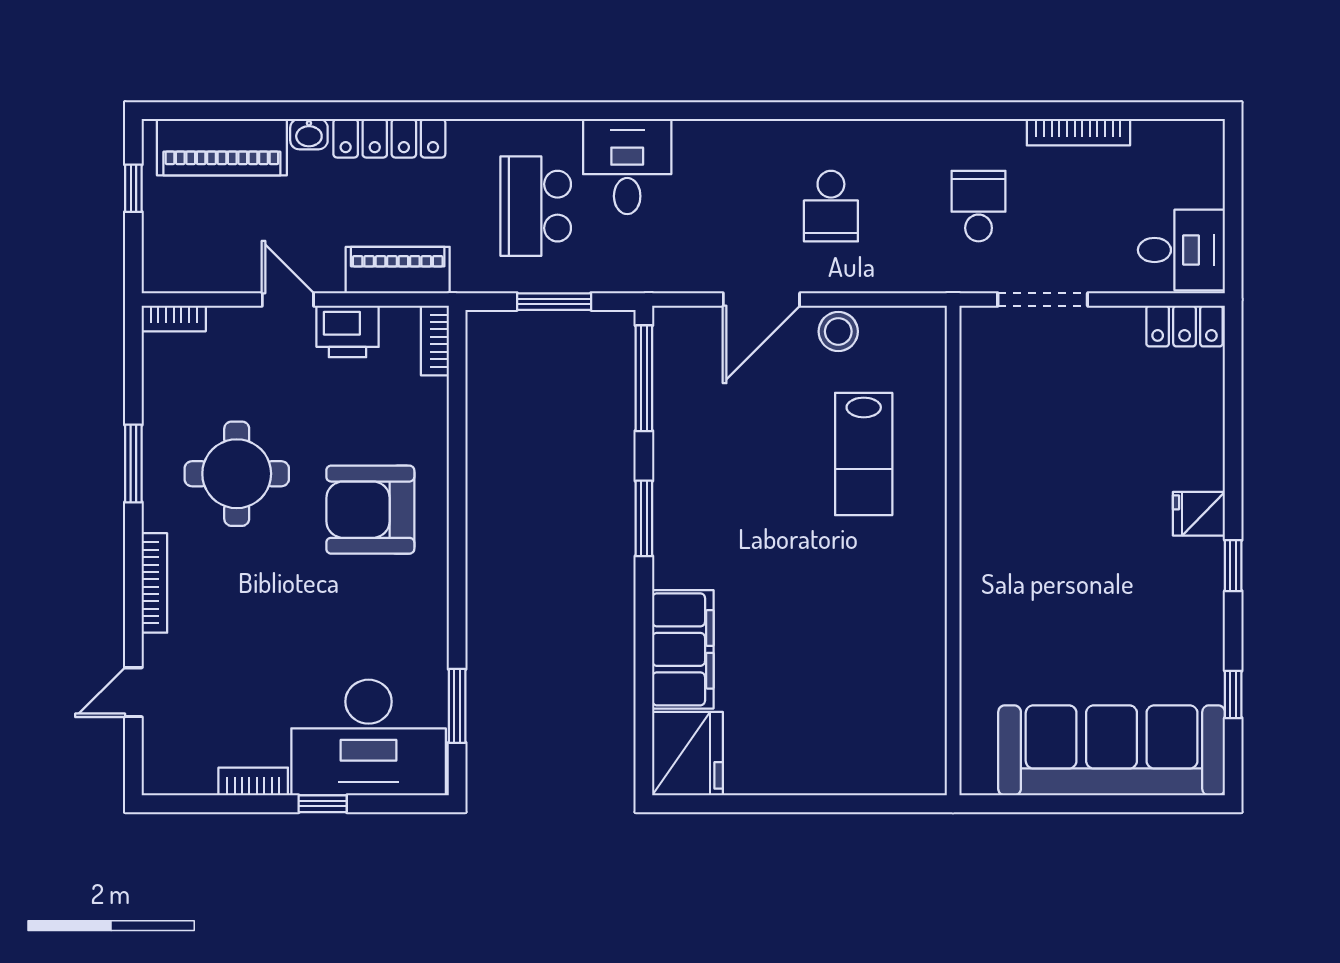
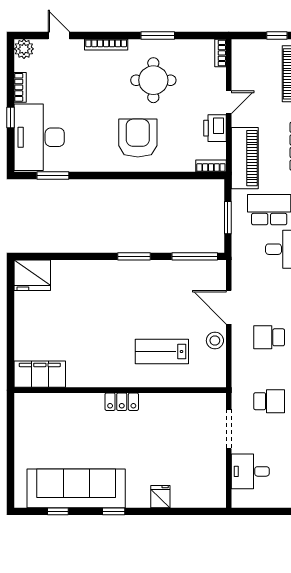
desk: (1181, 250) -> (250, 471), moved, turned 90
piano: (398, 270) -> (245, 158), width x1.37, depth x1.33
locker: (1185, 326) -> (122, 402), moved, turned -90
fridge: (1199, 514) -> (160, 497), moved
filing cabinet: (683, 649) -> (40, 374), moved, turned 180
sofa: (1112, 750) -> (76, 488), moved, turned -90
plant: (164, 773) -> (24, 49), added

